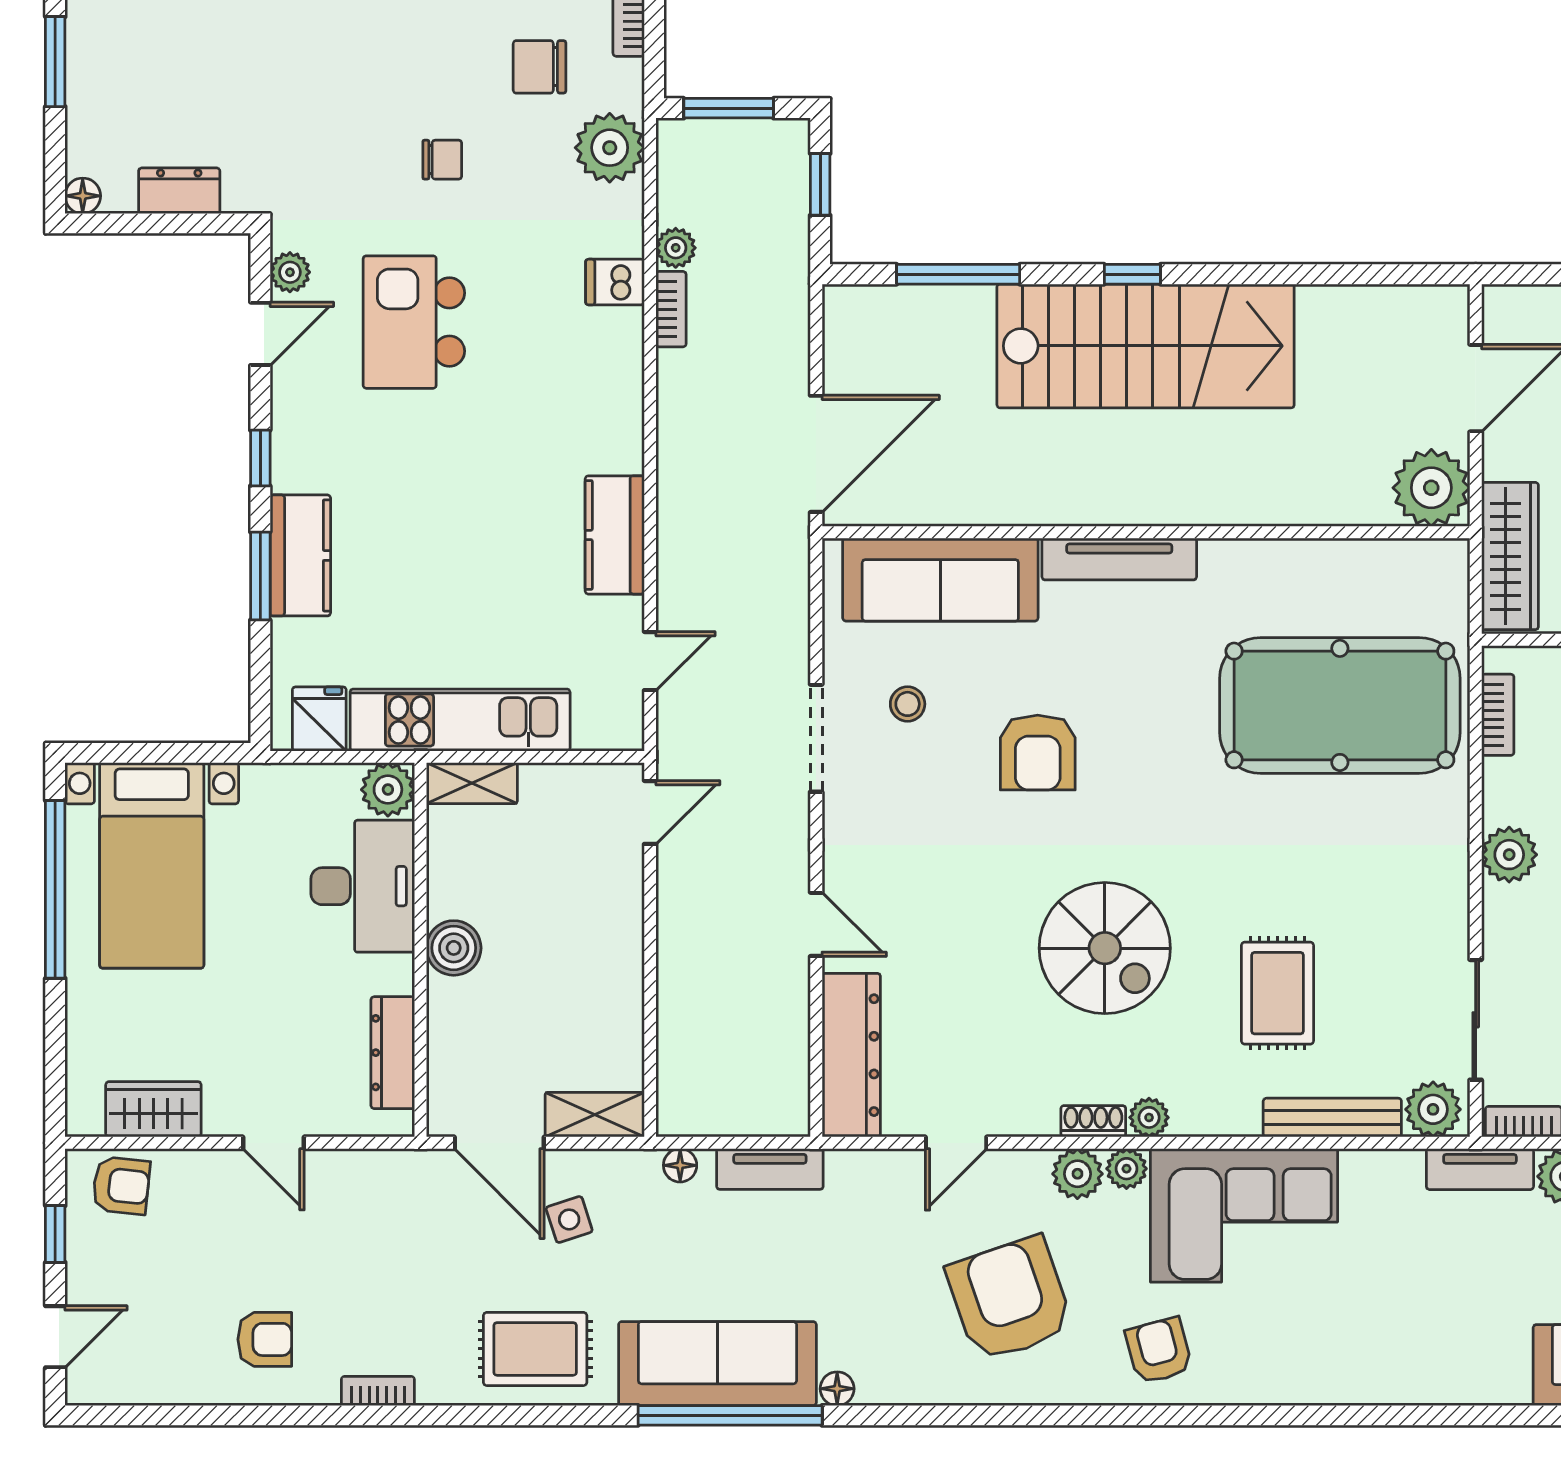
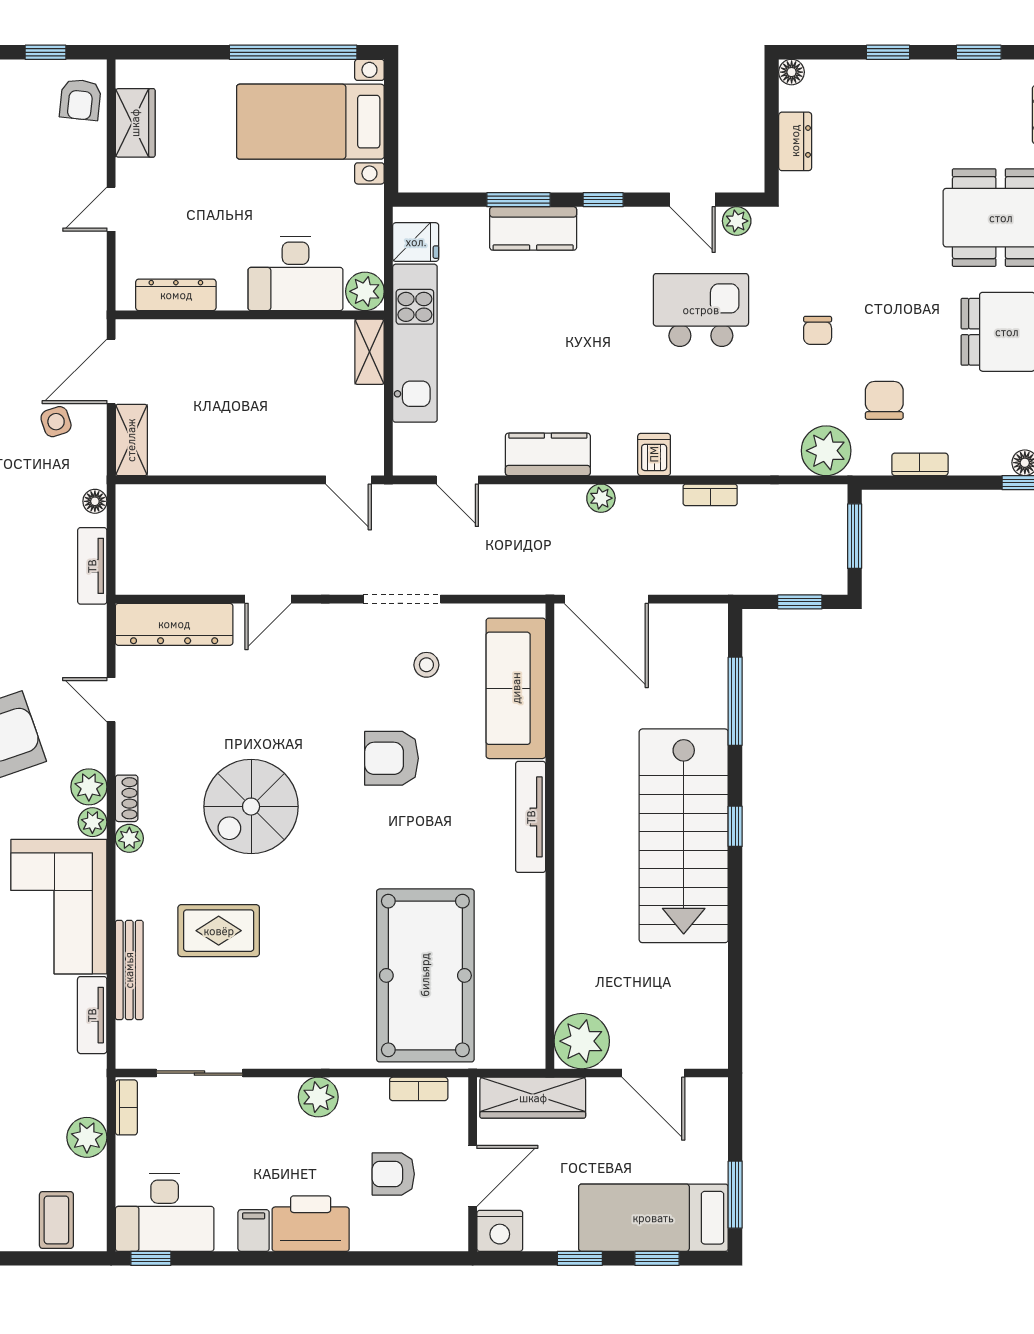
window: (55, 62) -> (888, 52), width x0.67
plant: (676, 248) -> (601, 498), moved
dishwasher: (615, 282) -> (654, 454), moved
boiler: (454, 948) -> (251, 339), removed
plant: (1433, 1109) -> (135, 1042), removed
tv unit: (1480, 1169) -> (92, 1015), moved

